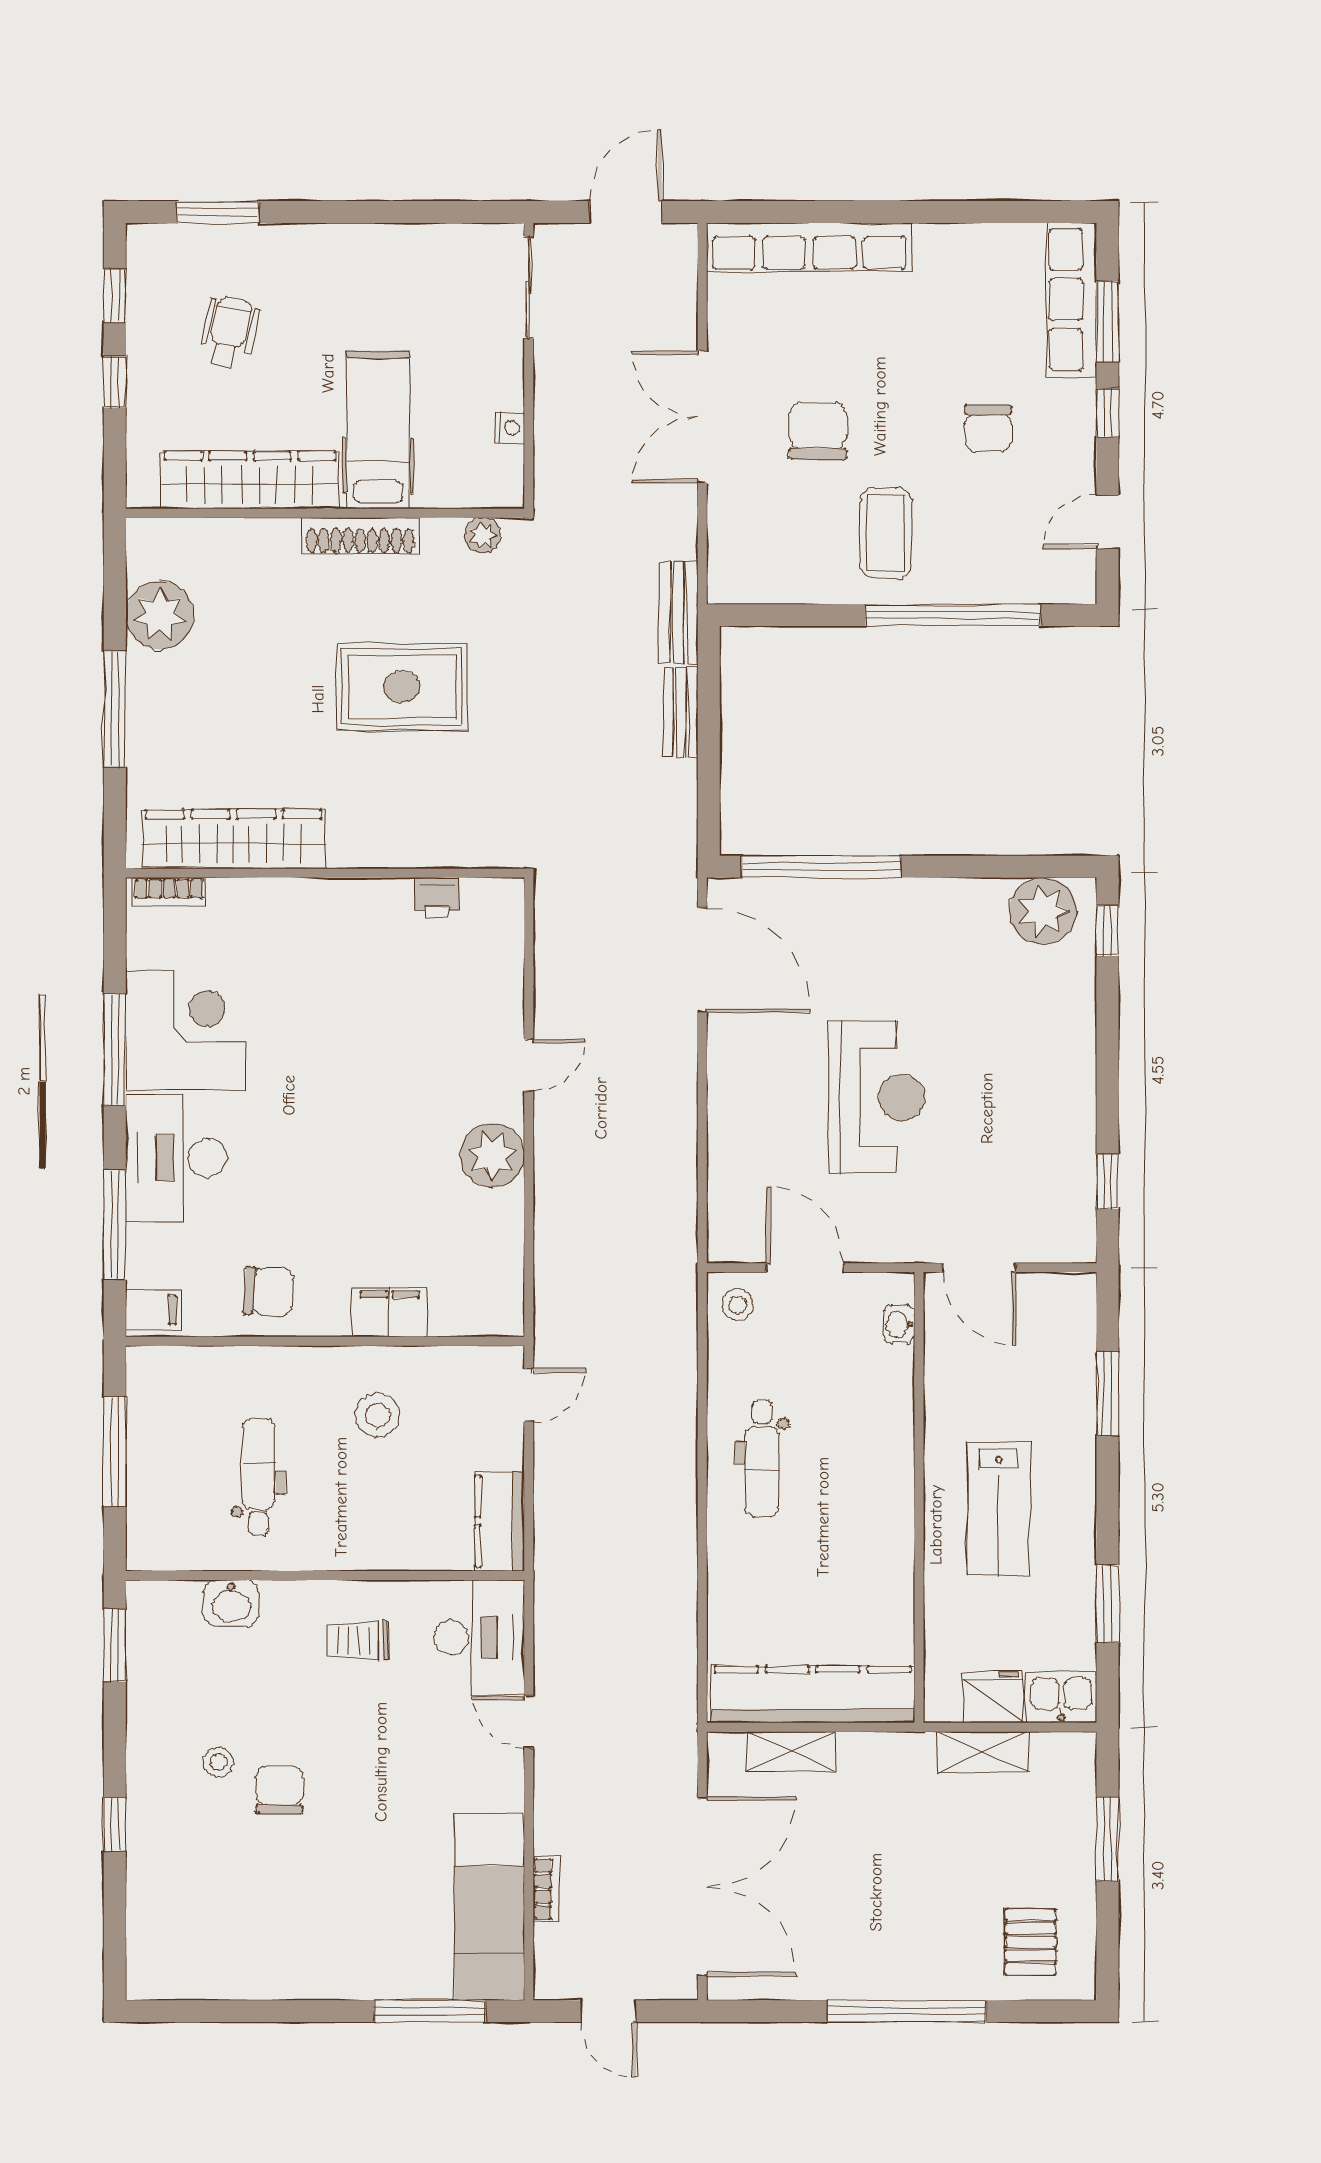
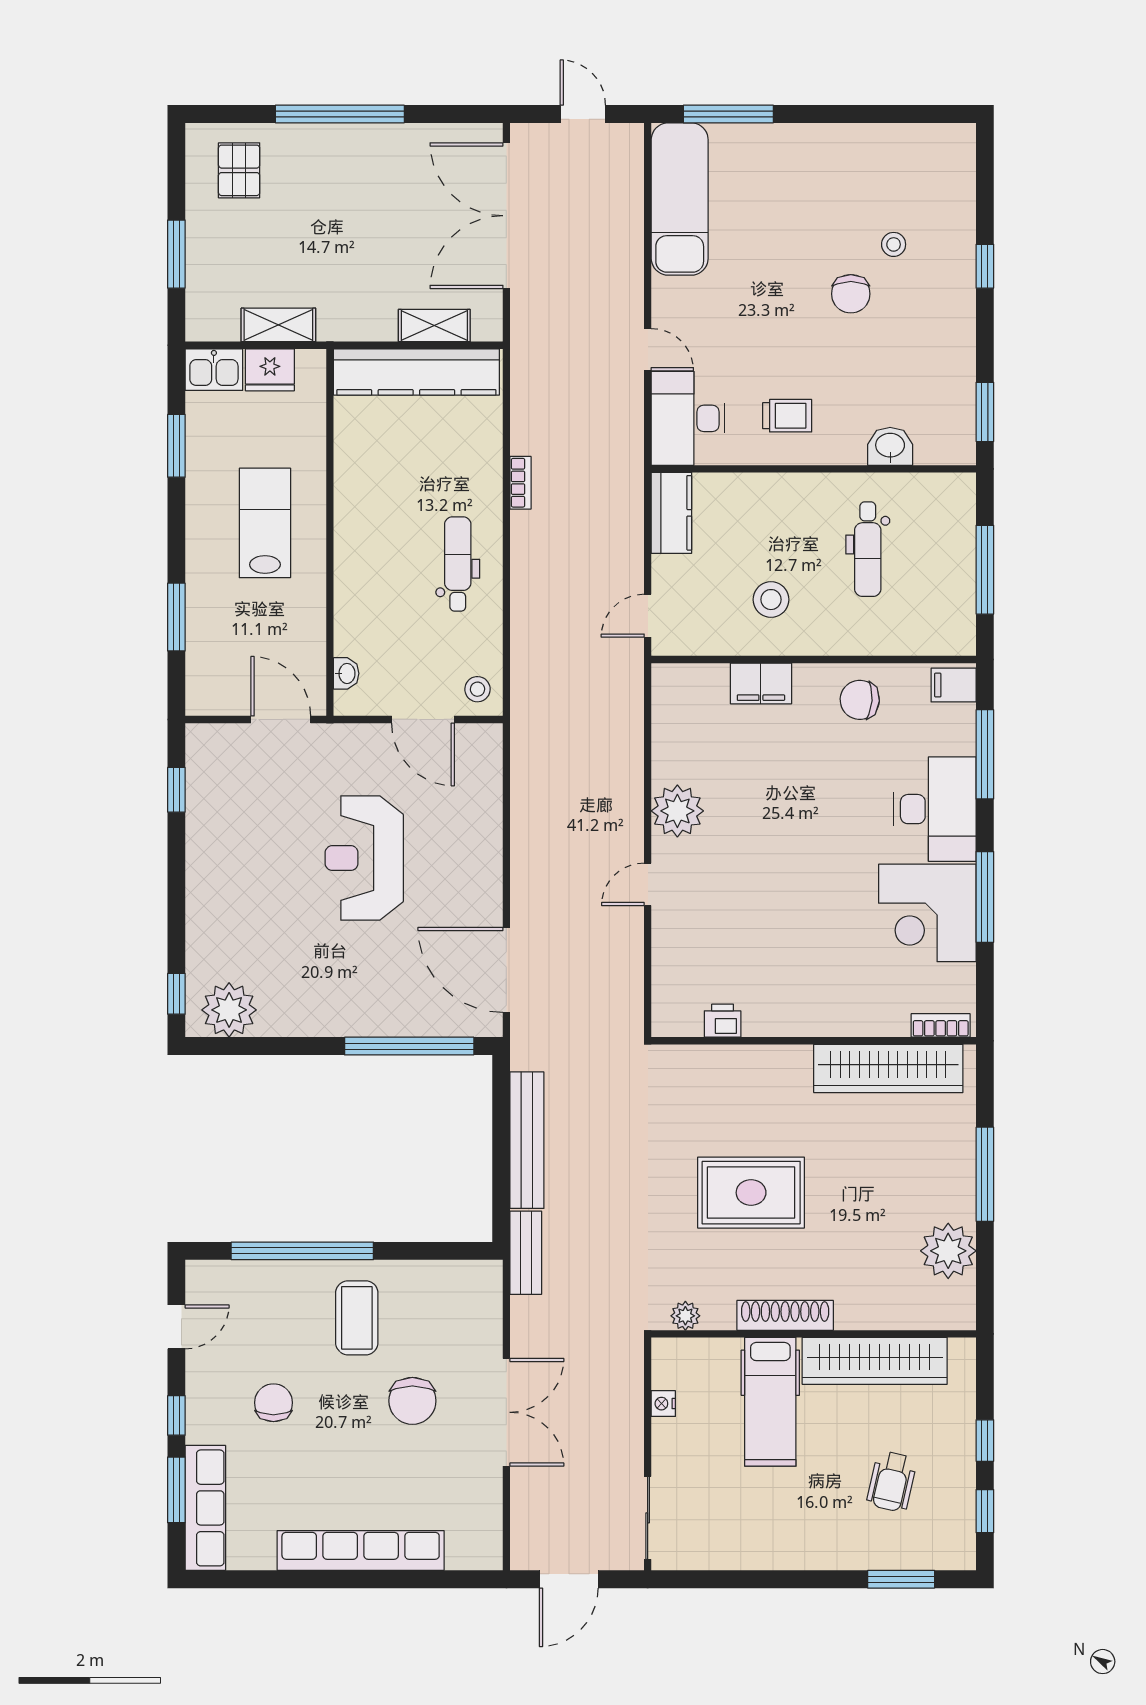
row of seats: (809, 247) -> (361, 1551), moved
bench: (681, 712) -> (527, 1140), width x1.86, depth x1.21
stool: (218, 1762) -> (894, 244), moved
bookcase: (546, 1889) -> (521, 483), moved, turned 180

